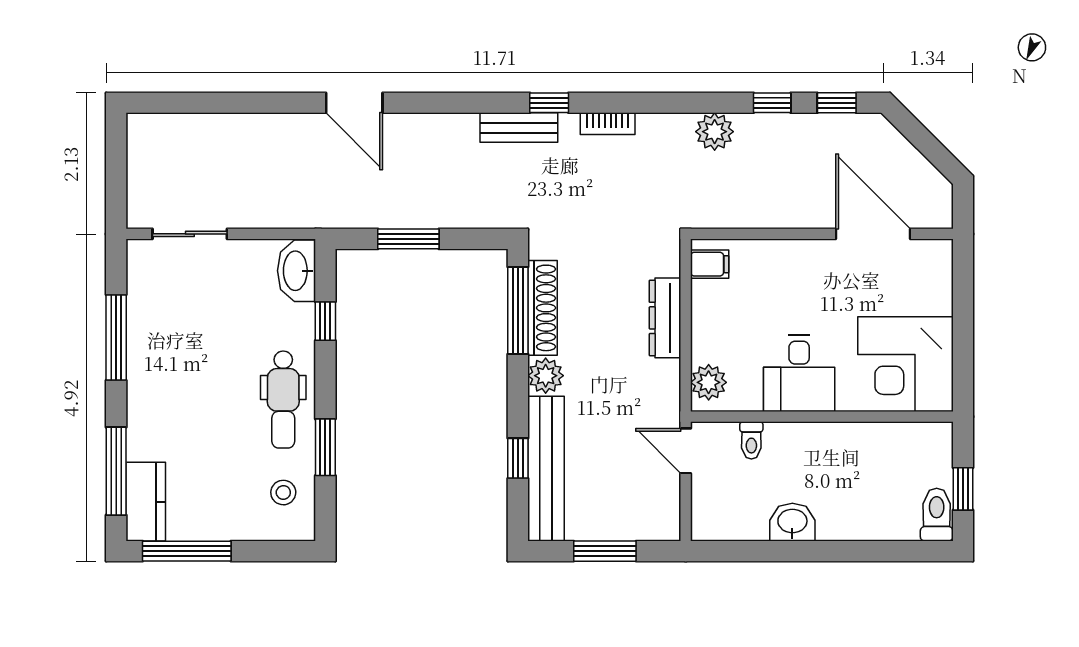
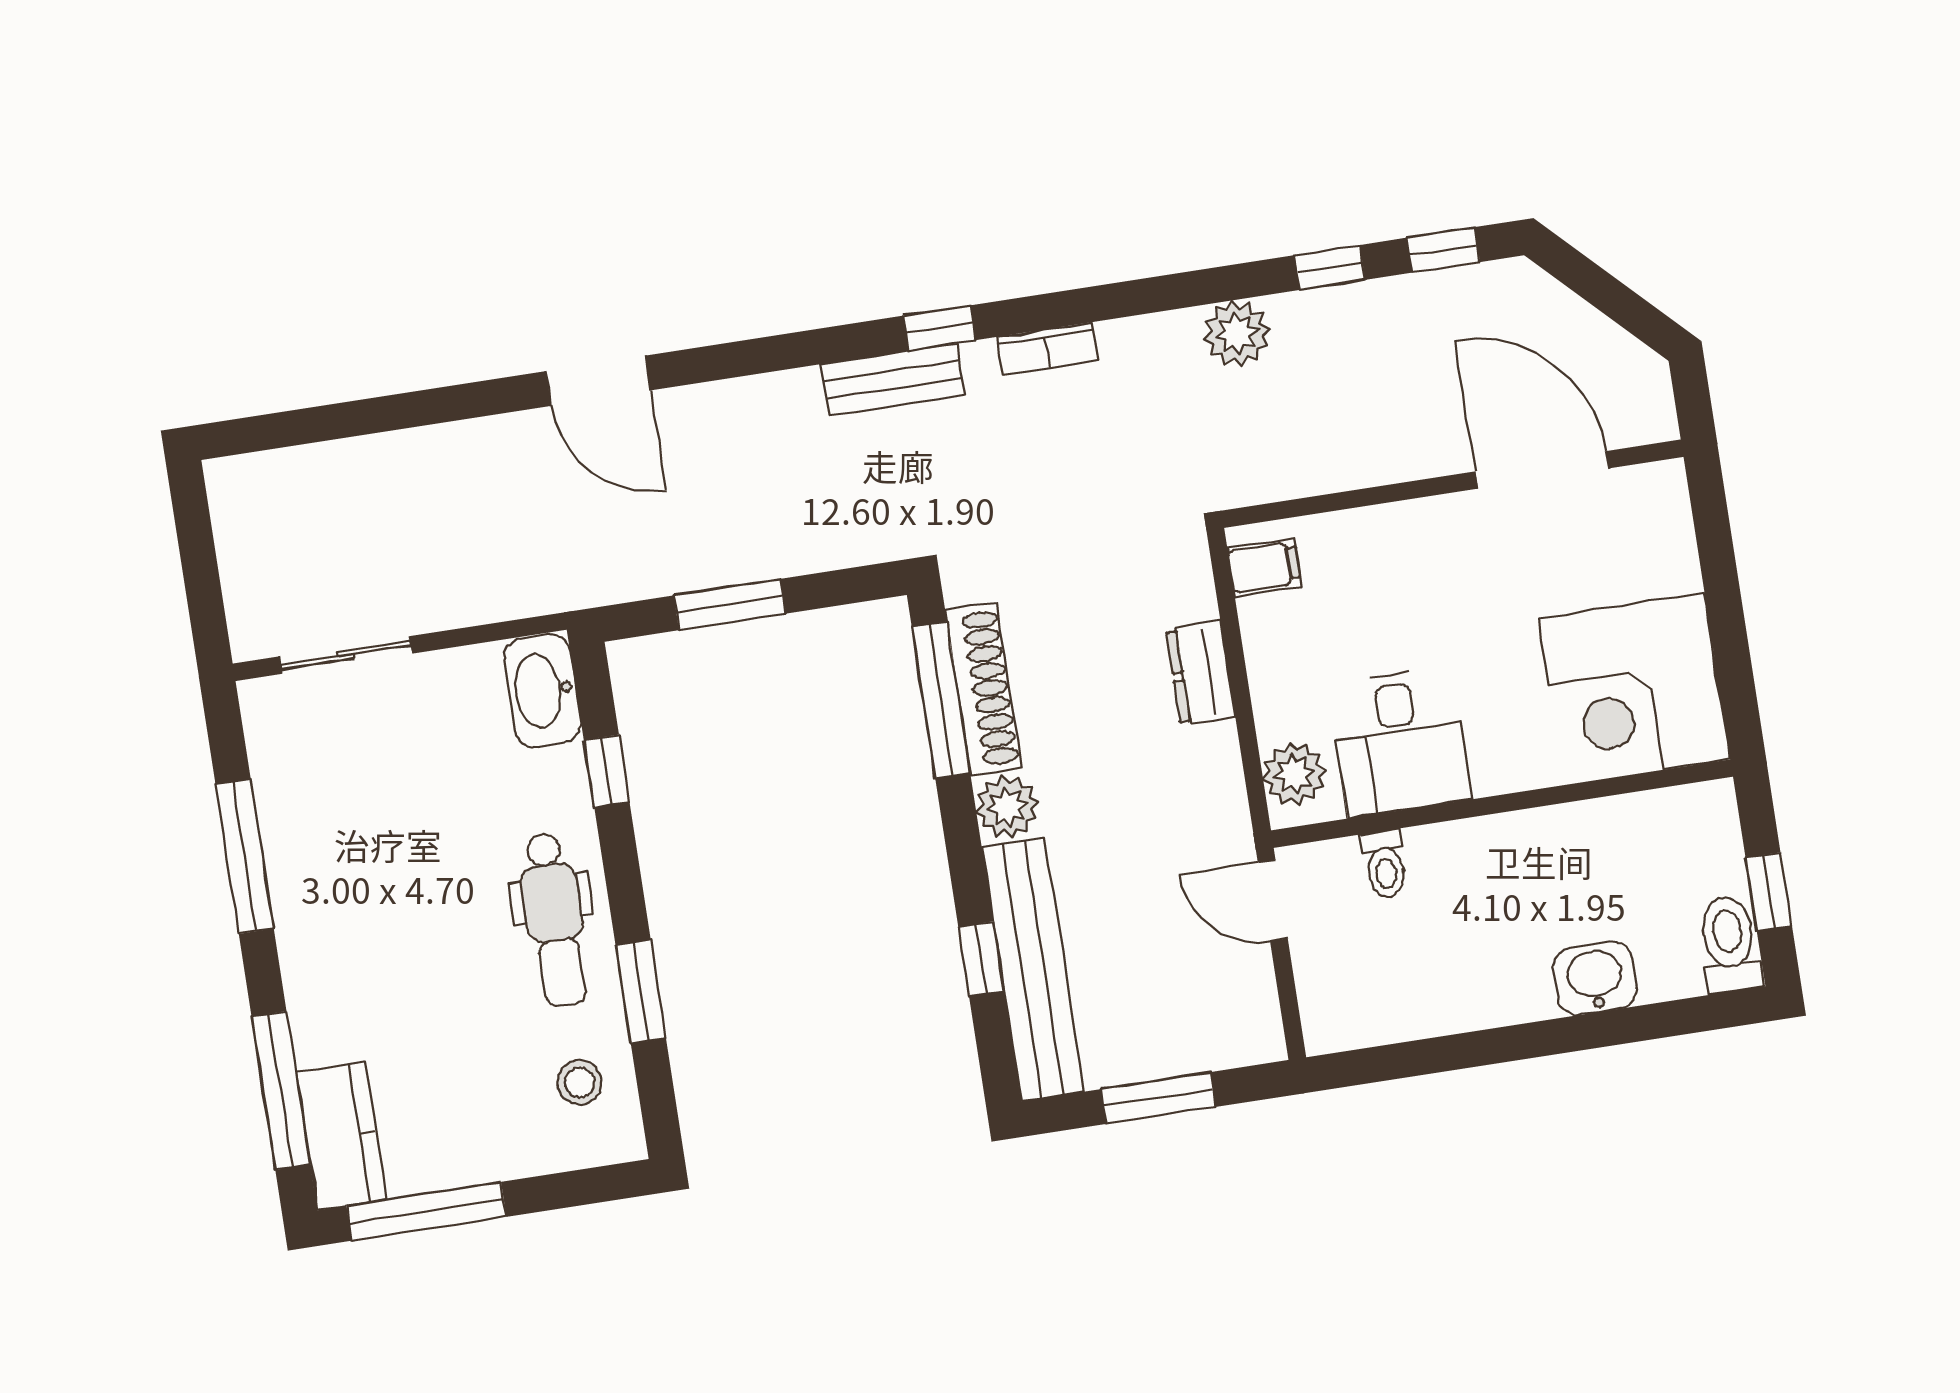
dresser: (665, 318) -> (1201, 673), width x0.70
desk: (799, 373) -> (1400, 742), moved
washbasin: (792, 522) -> (1595, 978), moved

